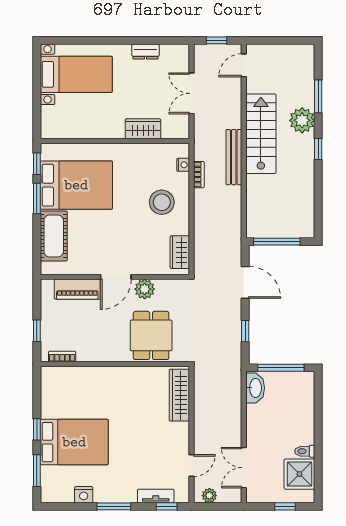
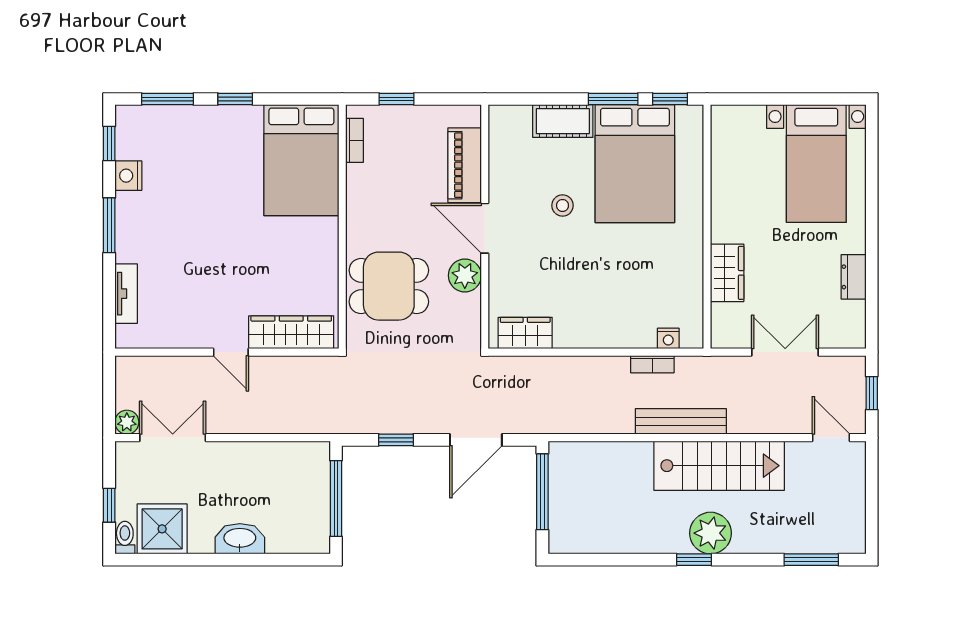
window: (318, 96) -> (811, 560), moved
plant: (302, 120) -> (710, 533), moved
stool: (162, 202) -> (563, 205), moved, width x0.53, depth x0.53
cot: (54, 236) -> (563, 121), width x0.73, depth x0.75
washbasin: (255, 388) -> (240, 539), moved, turned 180
bed: (74, 442) -> (301, 160), moved
toilet: (305, 451) -> (125, 538), moved
door: (191, 466) -> (231, 352), moved
plant: (209, 496) -> (127, 422), moved
window: (167, 506) -> (109, 143), moved

